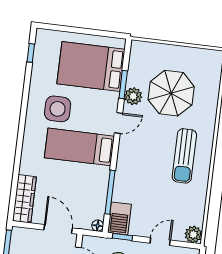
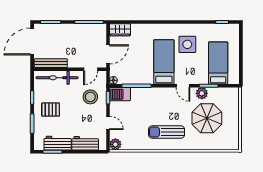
bed: (91, 66) -> (218, 63), width x0.67
wardrobe: (24, 199) -> (120, 30), width x0.67

